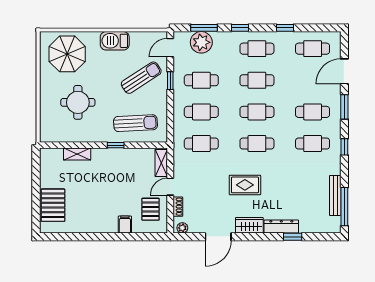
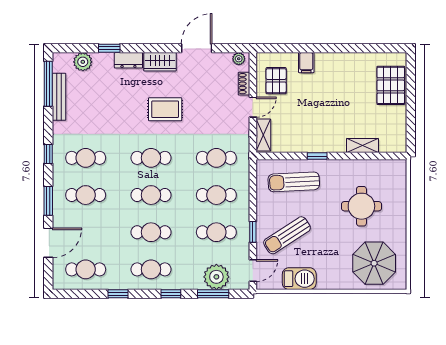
barbecue: (115, 41) -> (299, 279), moved
plant: (315, 225) -> (83, 62), added
dresser: (281, 227) -> (128, 60), width x0.70

